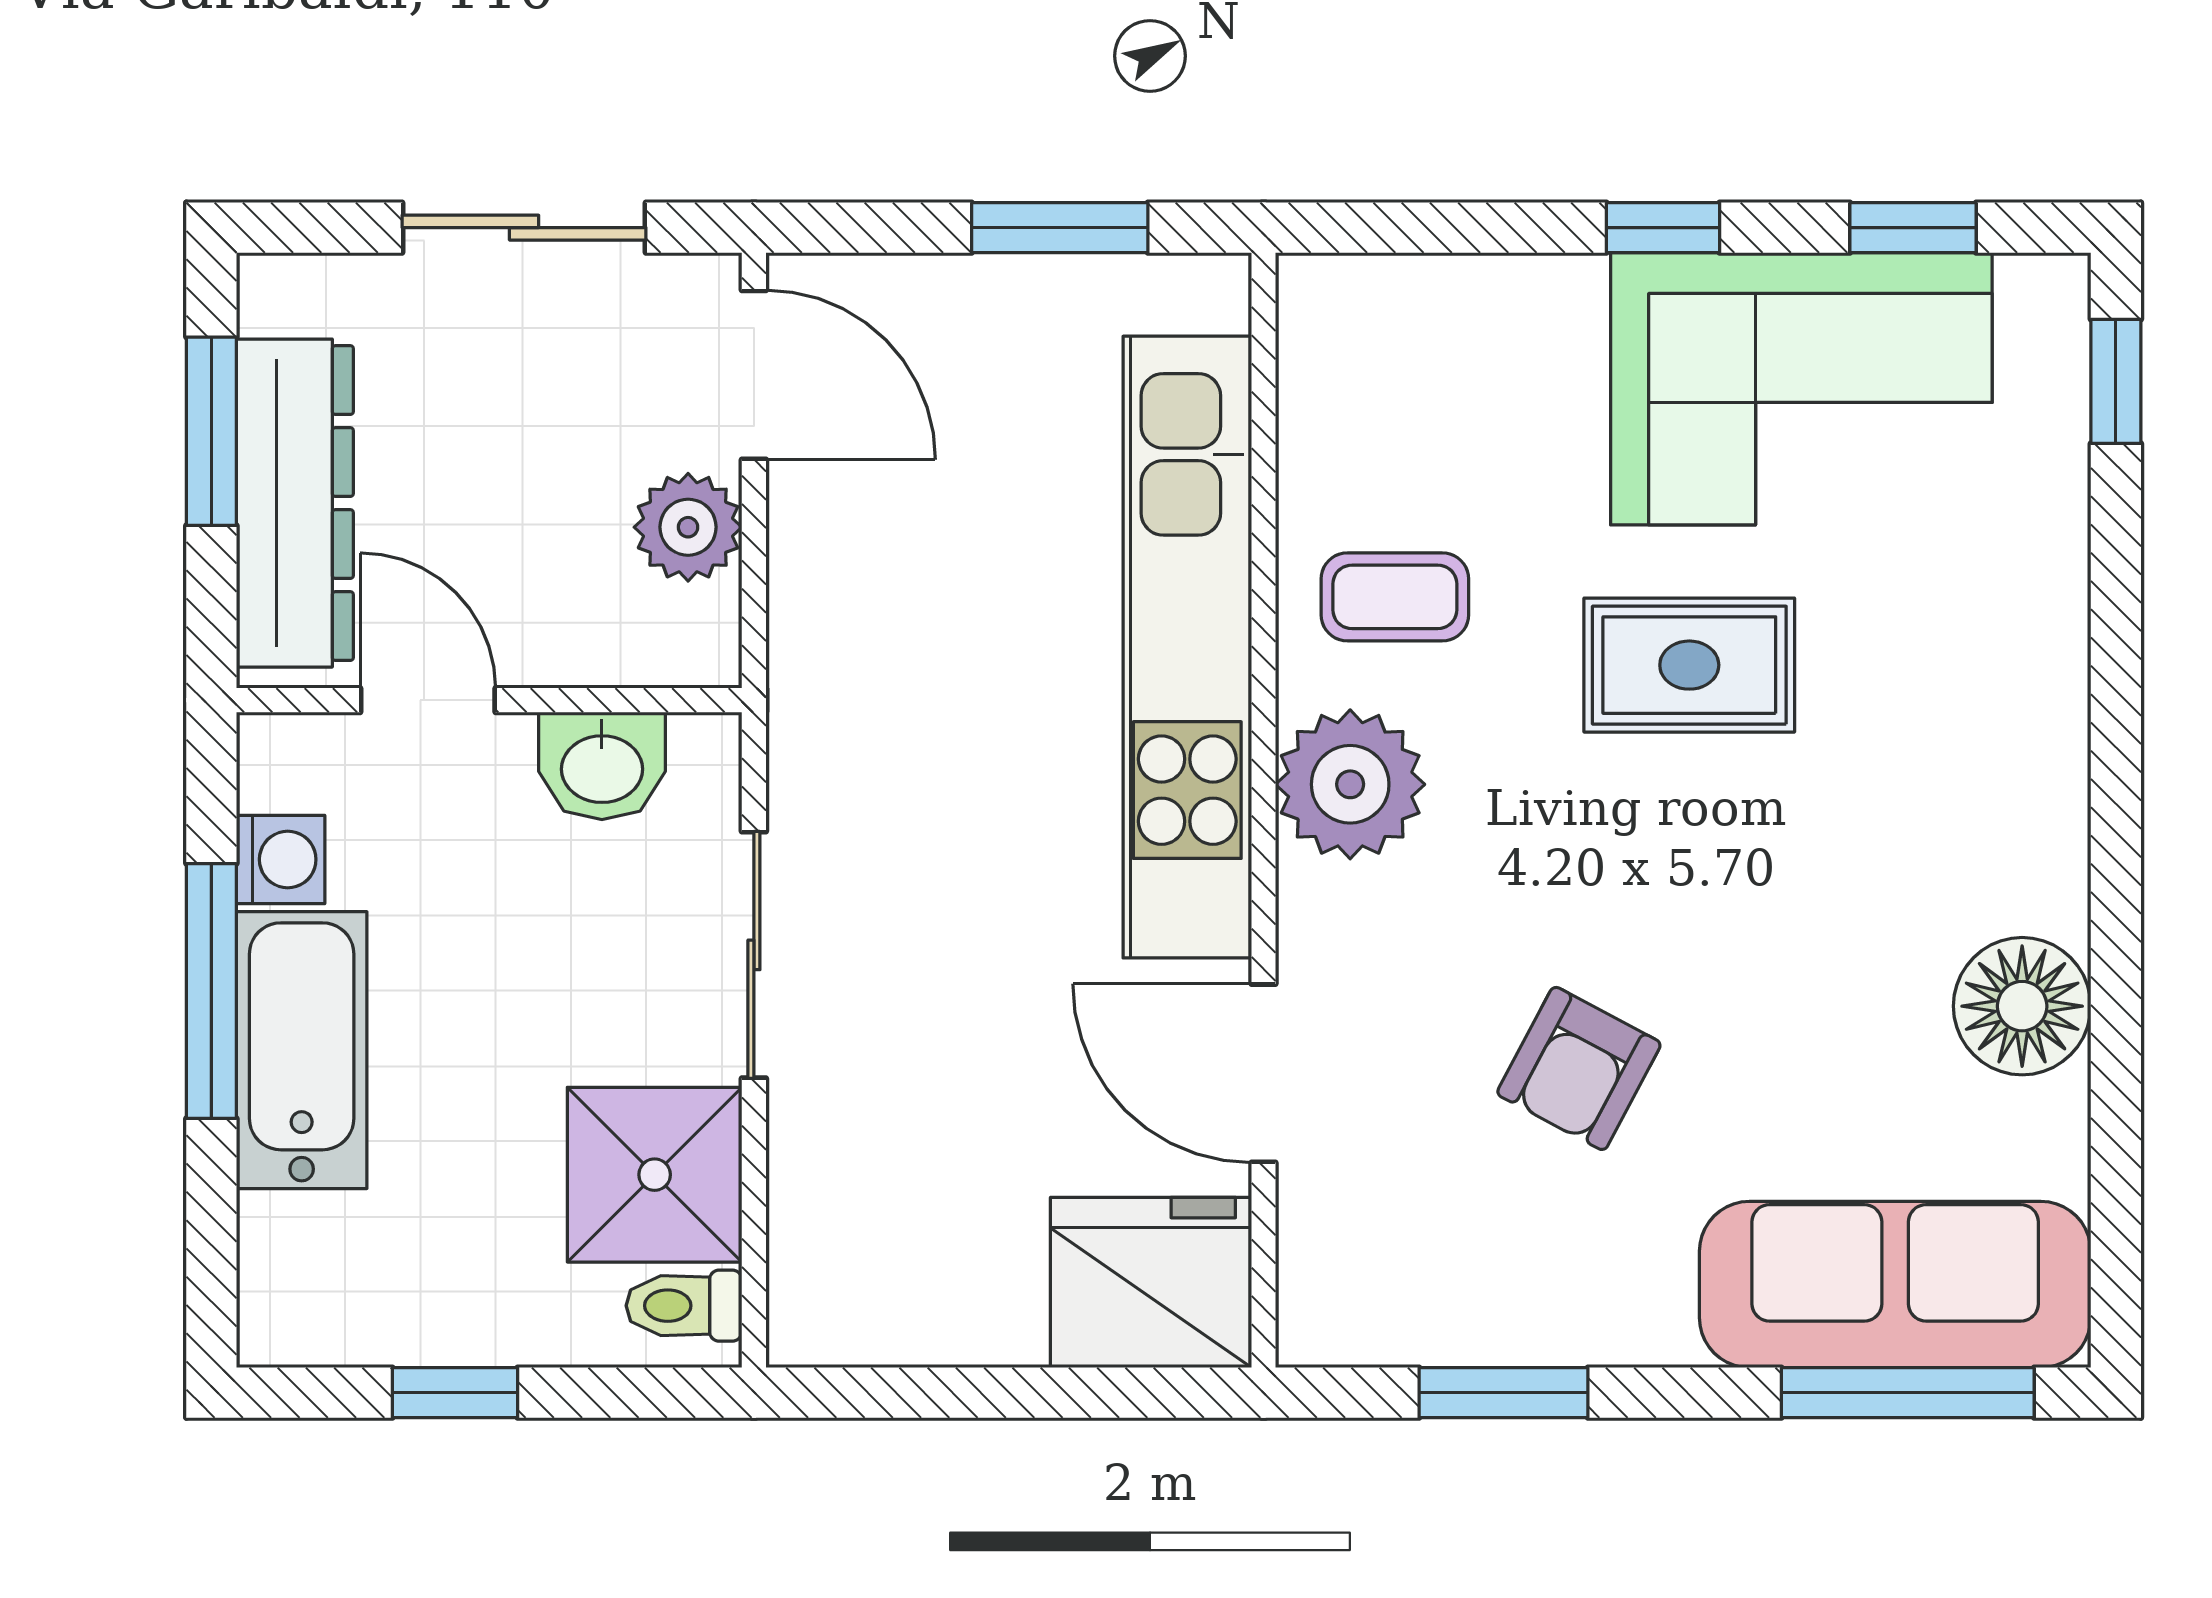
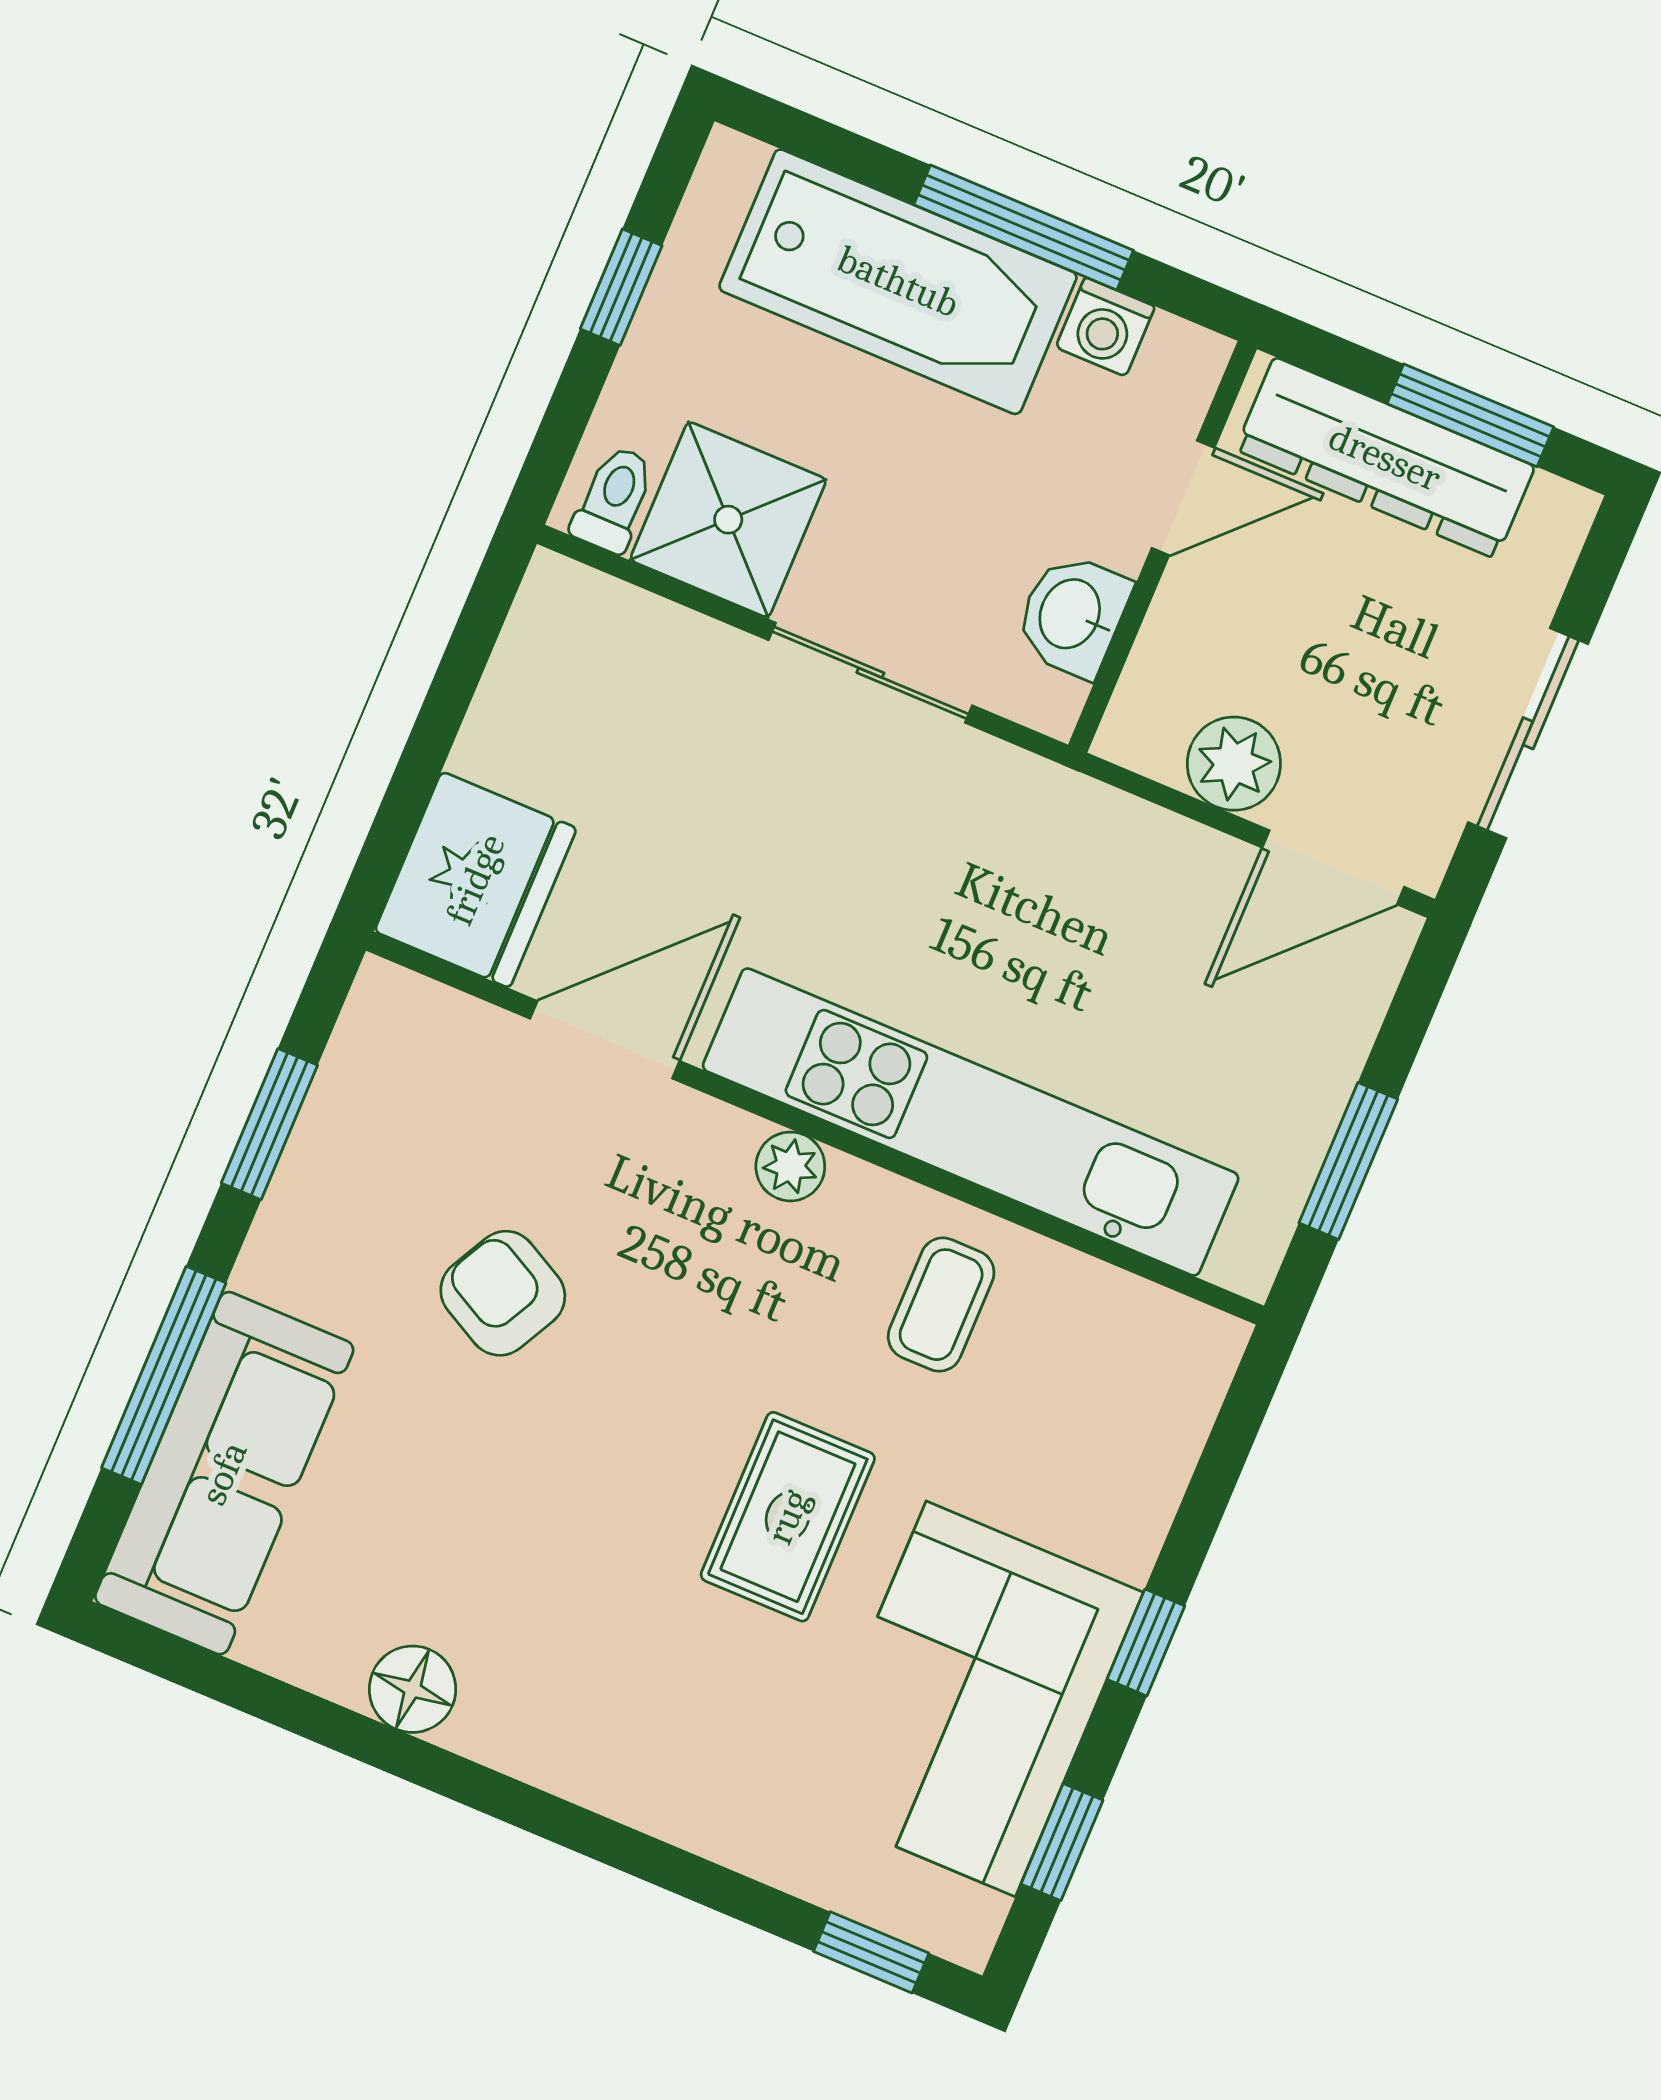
plant: (1350, 784) -> (790, 1166), width x0.53, depth x0.53
floor lamp: (2022, 1006) -> (413, 1689), width x0.73, depth x0.73
bathtub: (302, 1050) -> (898, 282), width x1.36, depth x1.36
window: (1908, 1393) -> (164, 1375), moved

